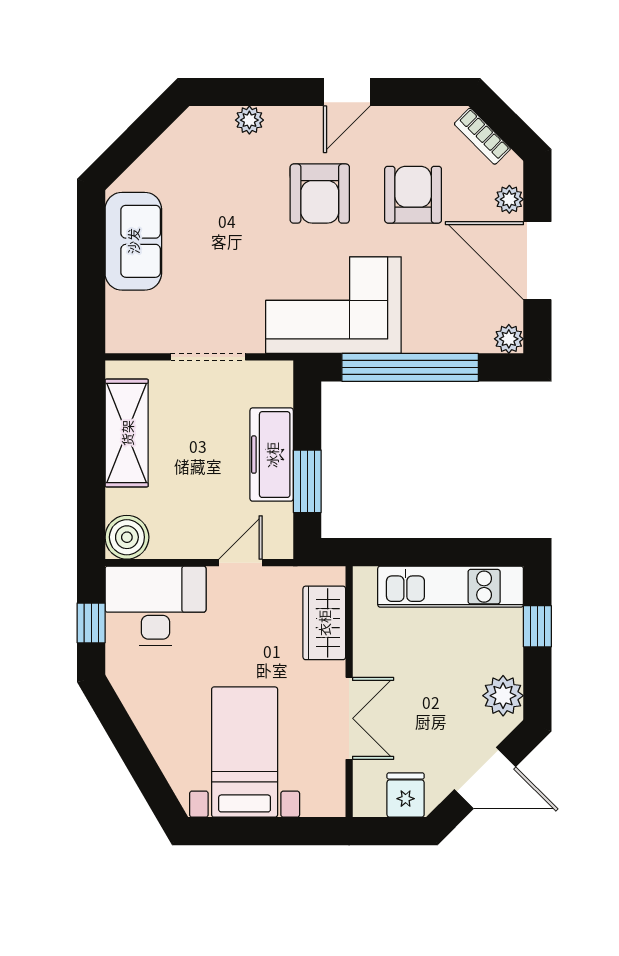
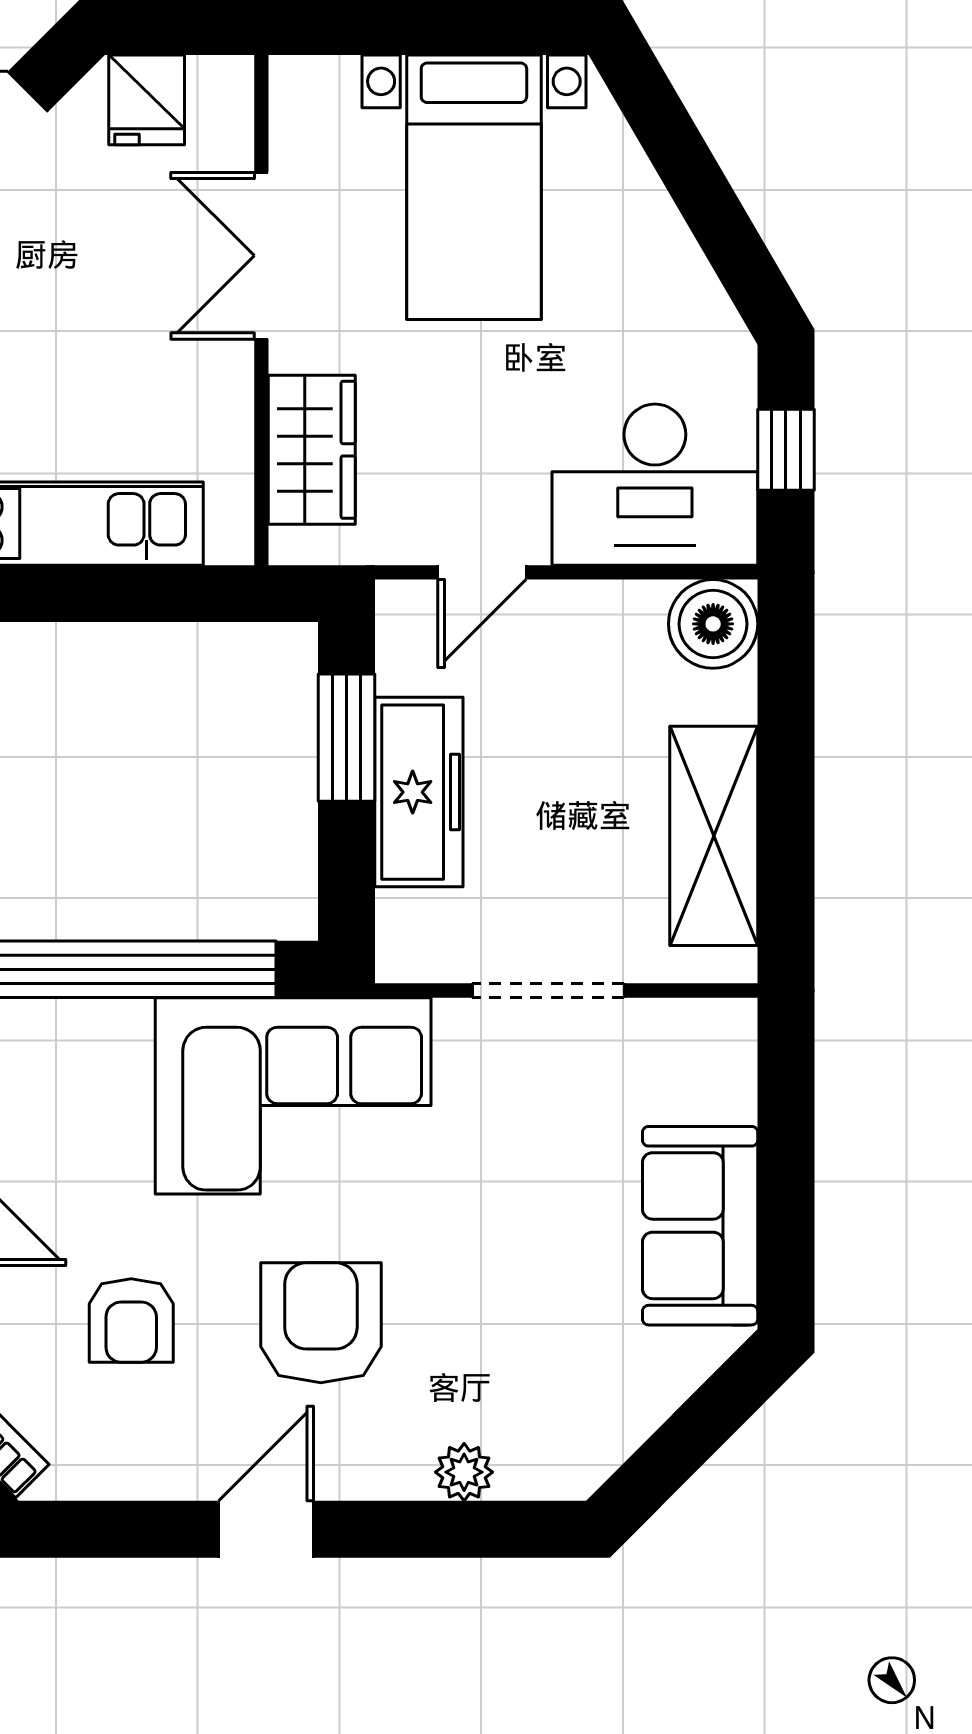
armchair: (413, 195) -> (131, 1320), width x0.72, depth x0.72

